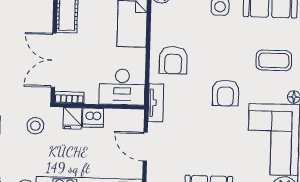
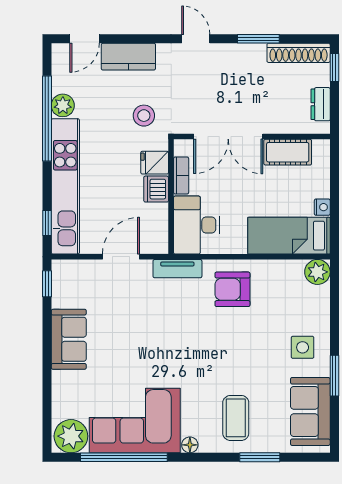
double door: (54, 60) -> (228, 137), swing flipped
armchair: (226, 93) -> (193, 357), removed
bookcase: (69, 98) -> (181, 176), moved

